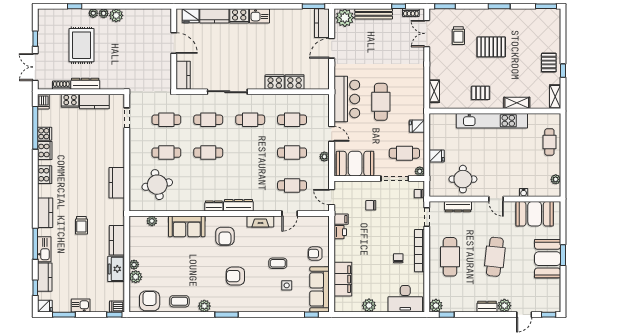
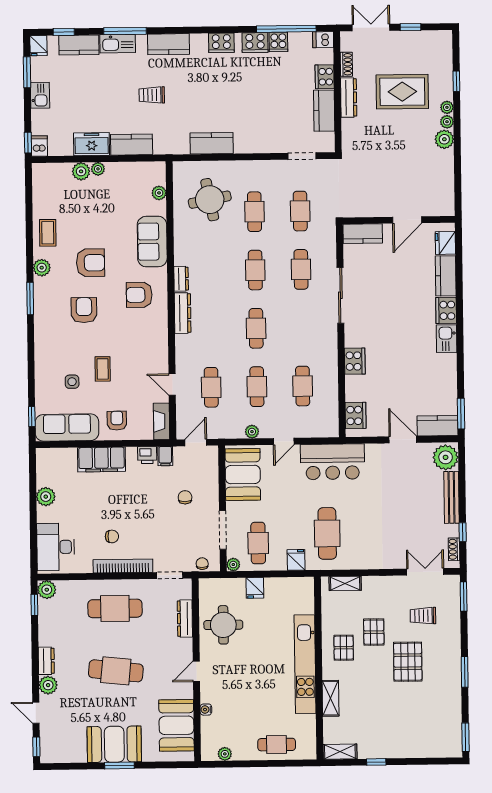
pallet: (549, 63) -> (374, 632), moved, turned 90
cooker: (295, 82) -> (356, 415), moved
cafe table: (381, 102) -> (327, 533), moved, turned 90
cafe table: (250, 120) -> (256, 328), moved
fireplace: (260, 221) -> (162, 421), moved
filing cabinet: (343, 279) -> (101, 460), moved
armchair: (150, 301) -> (91, 263), moved

